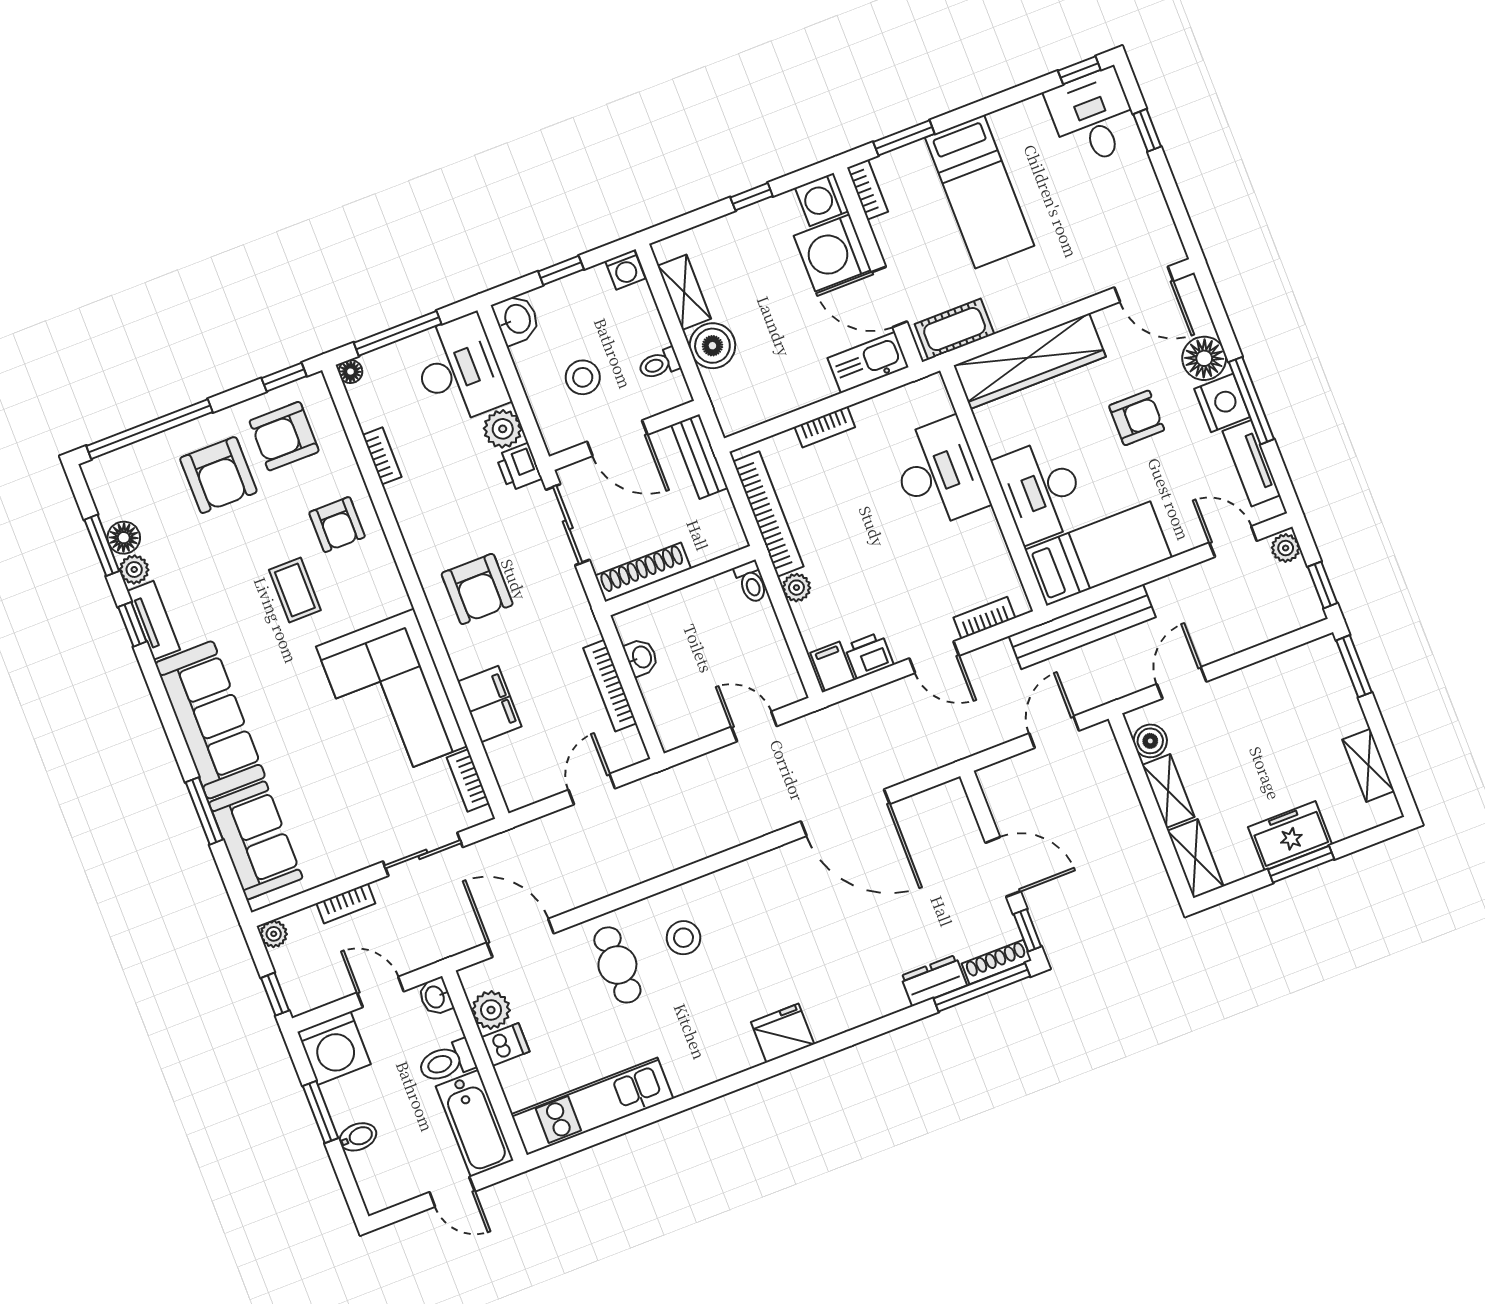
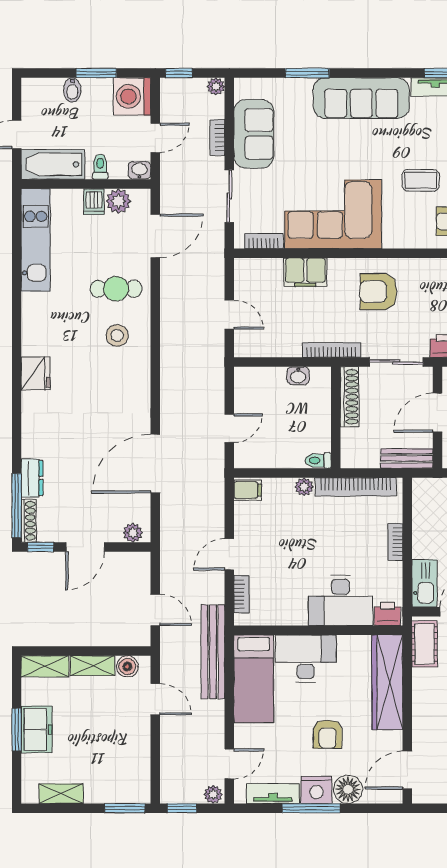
printer: (869, 655) -> (387, 614), moved, turned -90
bookcase: (610, 686) -> (331, 350), moved
plant: (956, 807) -> (133, 533), added
sofa: (256, 840) -> (254, 134), moved, turned -90
toilet: (447, 1062) -> (100, 167), width x0.73, depth x0.72

